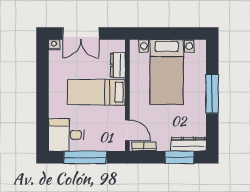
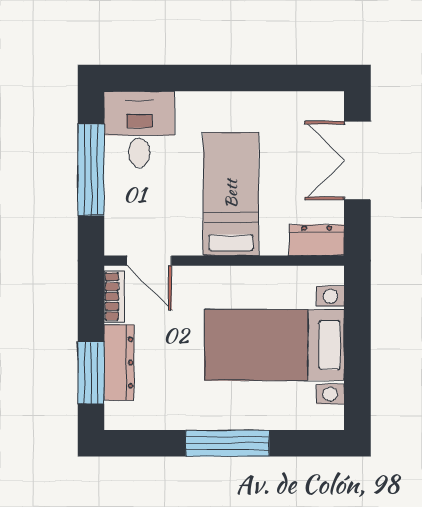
nightstand: (54, 45) -> (333, 103), removed
dresser: (118, 65) -> (317, 240), moved
door: (127, 130) -> (149, 261), hinge flipped
dresser: (188, 144) -> (119, 362), moved

